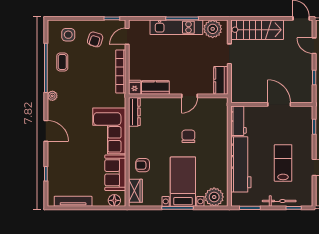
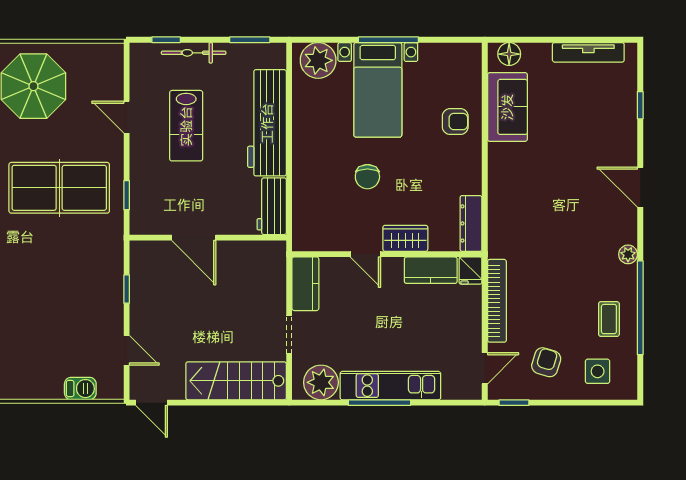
door: (190, 96) -> (365, 254), swing flipped
corner sofa: (109, 131) -> (519, 187), removed
wardrobe: (135, 191) -> (405, 238), moved, turned 90

